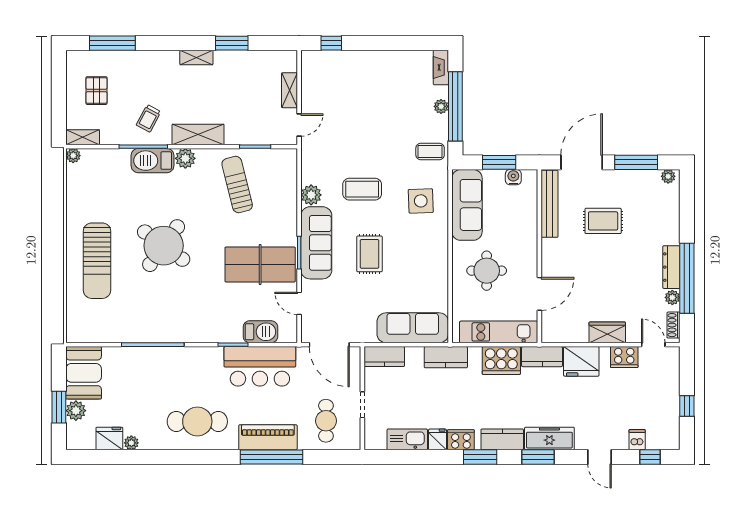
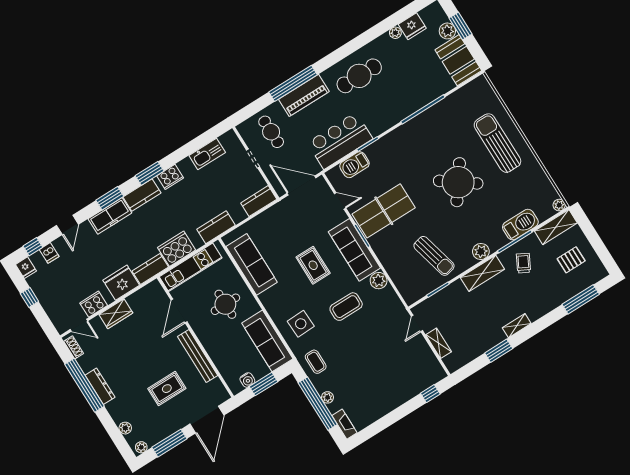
pallet: (97, 91) -> (571, 260), turned 90
shelving: (83, 137) -> (556, 227), width x1.50, depth x1.33
coffee table: (430, 151) -> (316, 362), turned 90
barbecue: (153, 161) -> (520, 225), moved
bench: (550, 204) -> (198, 356), moved
plant: (672, 297) -> (125, 428), moved
sofa: (413, 328) -> (252, 264), moved, turned -90
fridge: (437, 439) -> (26, 268), moved
door: (600, 457) -> (67, 225), swing flipped

